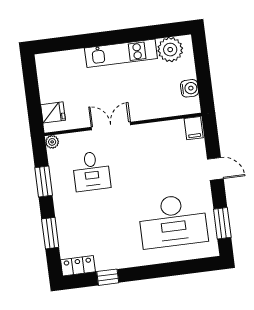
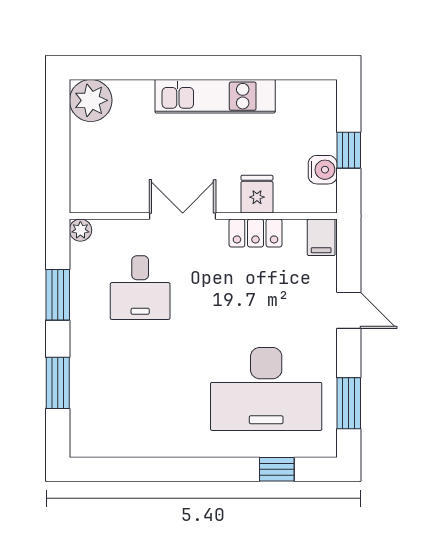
plant: (170, 50) -> (91, 100), moved
window: (203, 75) -> (349, 150), added
fridge: (53, 112) -> (257, 194), moved, turned -90
locker: (78, 266) -> (255, 233), moved, turned 180
window: (108, 277) -> (277, 469), moved

